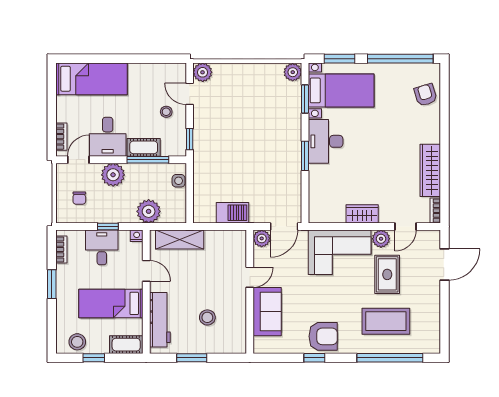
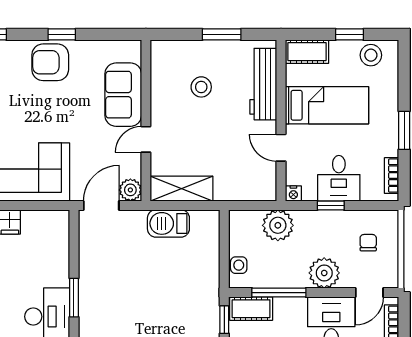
cot: (144, 147) -> (251, 309), moved
shelving: (180, 240) -> (182, 189), moved

